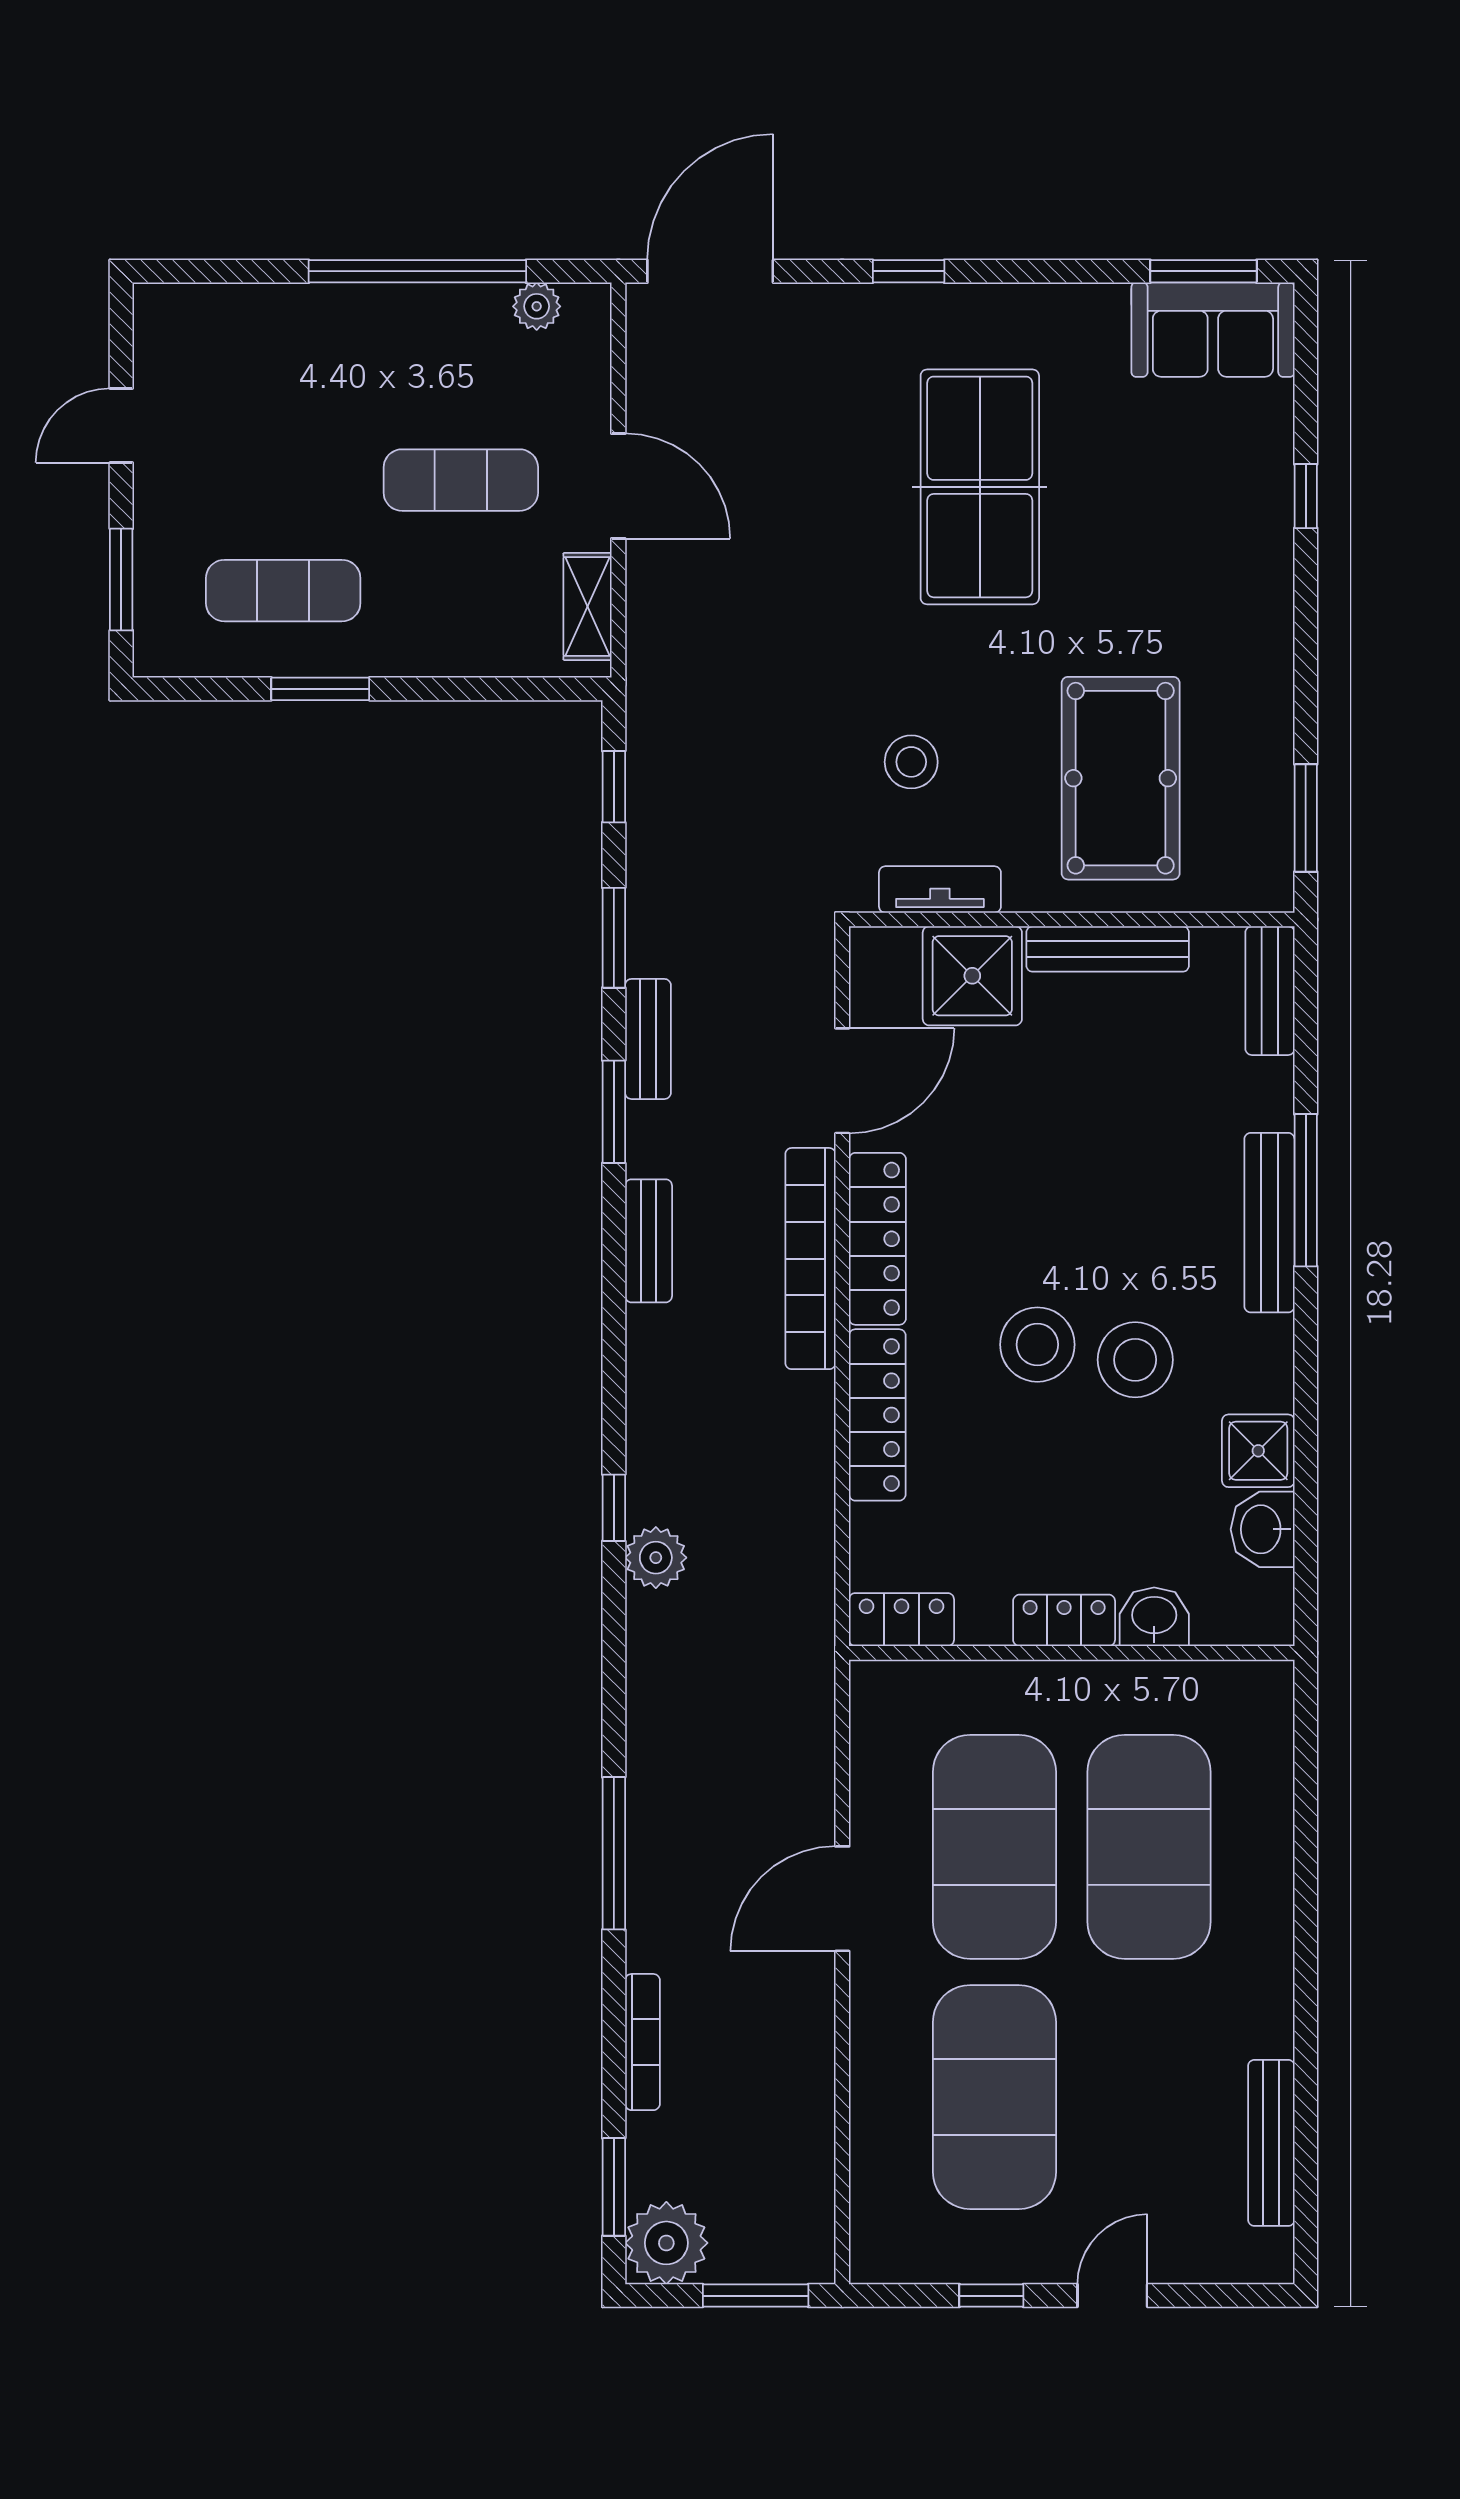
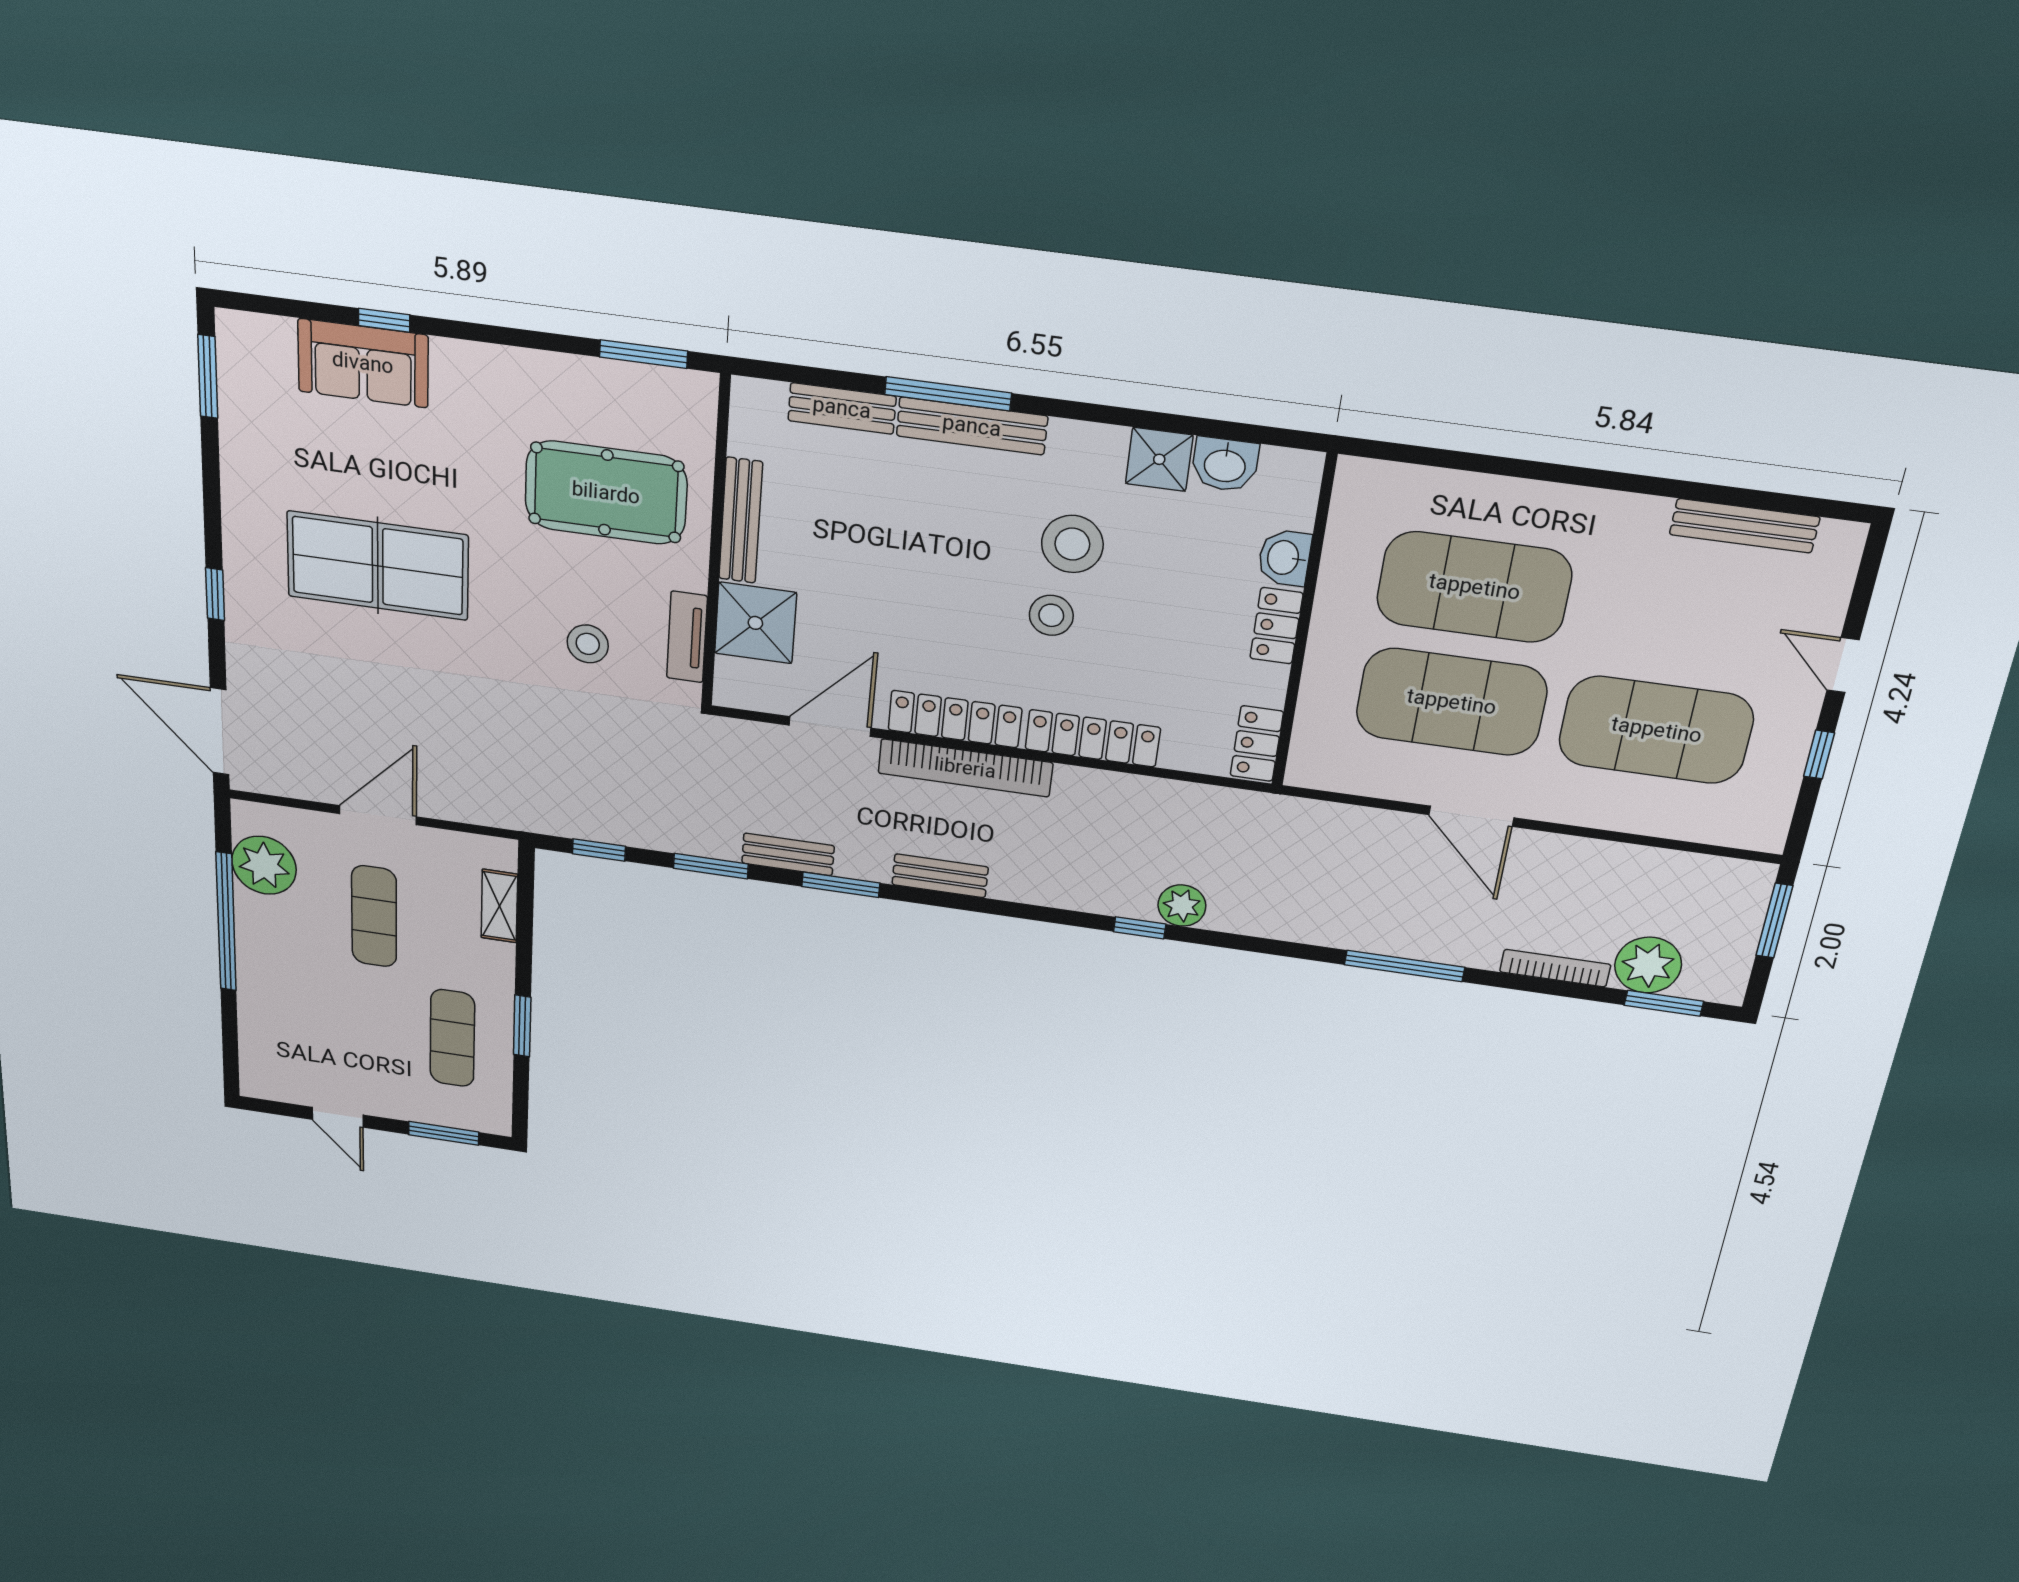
plant: (537, 306) -> (264, 865), width x1.87, depth x1.87
sofa: (1213, 330) -> (363, 363), moved, turned 90
shelving: (587, 606) -> (499, 906), moved, turned 90
bench: (1270, 991) -> (842, 408), moved
door: (842, 1081) -> (830, 727), hinge flipped
stool: (1037, 1345) -> (1051, 615), width x0.73, depth x0.73
plant: (666, 2243) -> (1648, 965), moved

